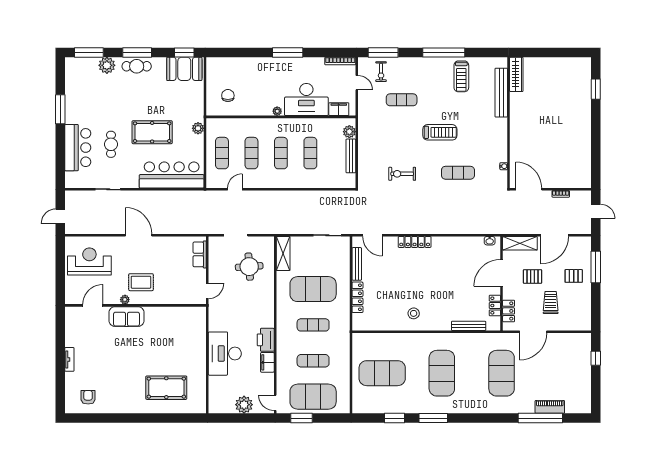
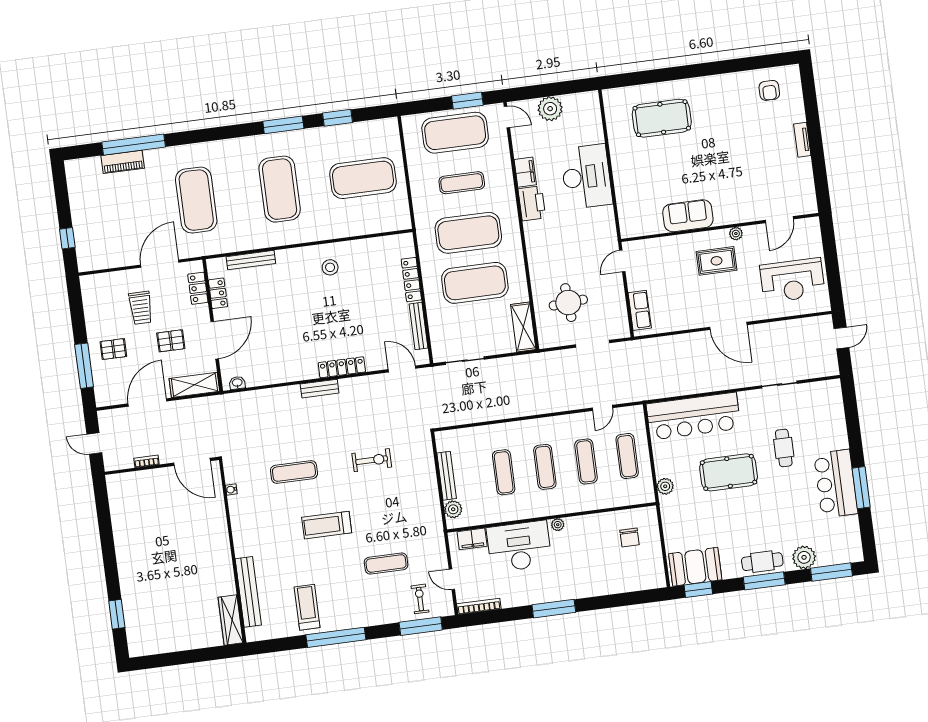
bar counter: (78, 148) -> (836, 484), moved
bench: (432, 229) -> (320, 389), added
sofa: (127, 317) -> (688, 216), moved
exercise mat: (313, 325) -> (468, 233), width x2.00, depth x1.45

